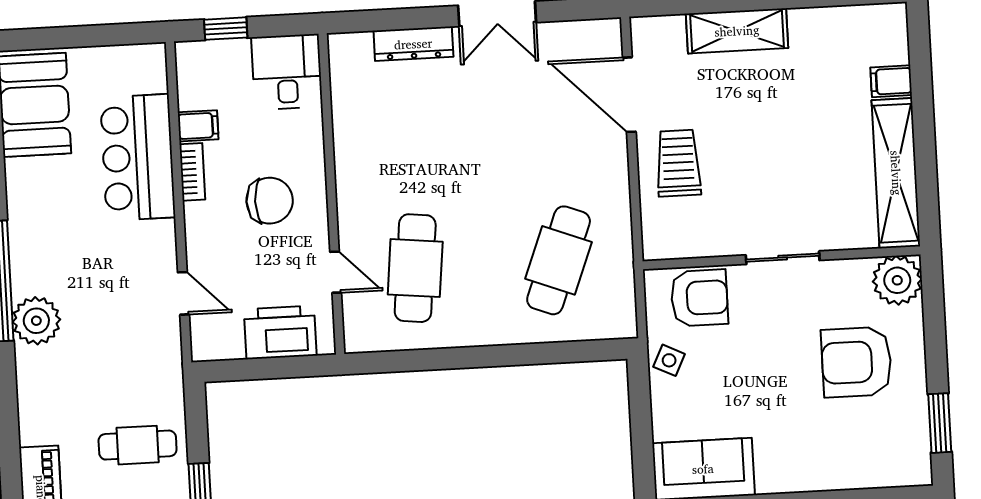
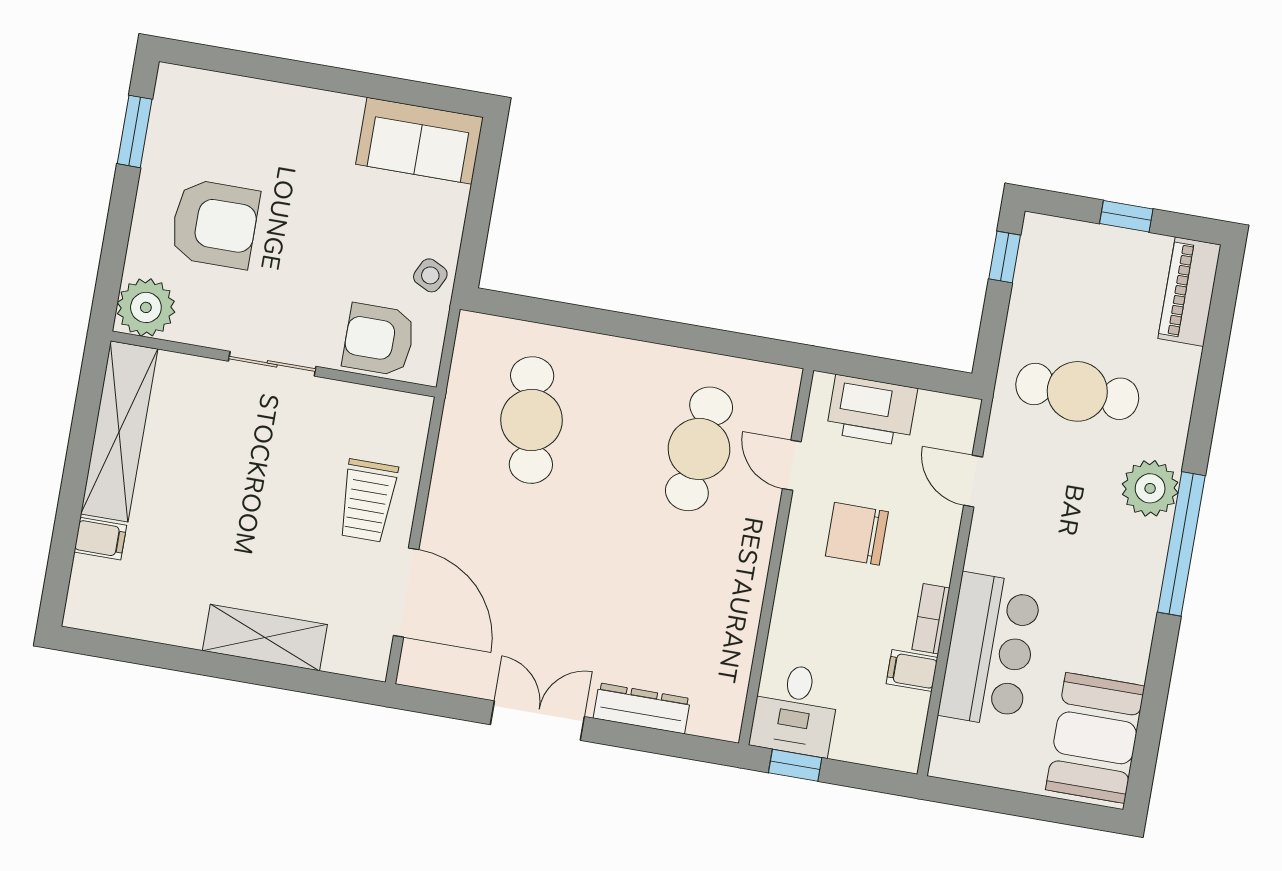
window: (226, 29) -> (795, 765), moved
chair: (270, 201) -> (857, 534), moved
cafe table: (559, 260) -> (532, 420), turned -30
cafe table: (138, 445) -> (1077, 391), moved, width x1.37, depth x1.35

